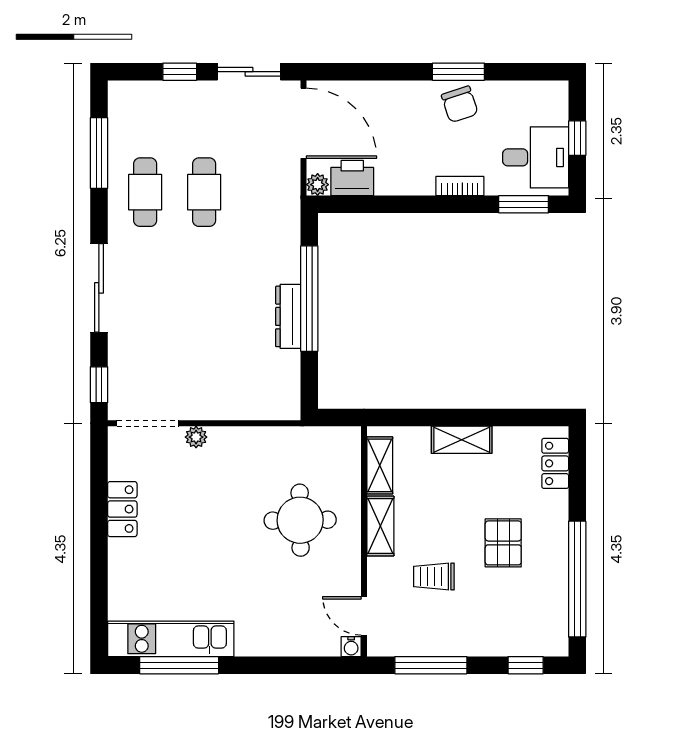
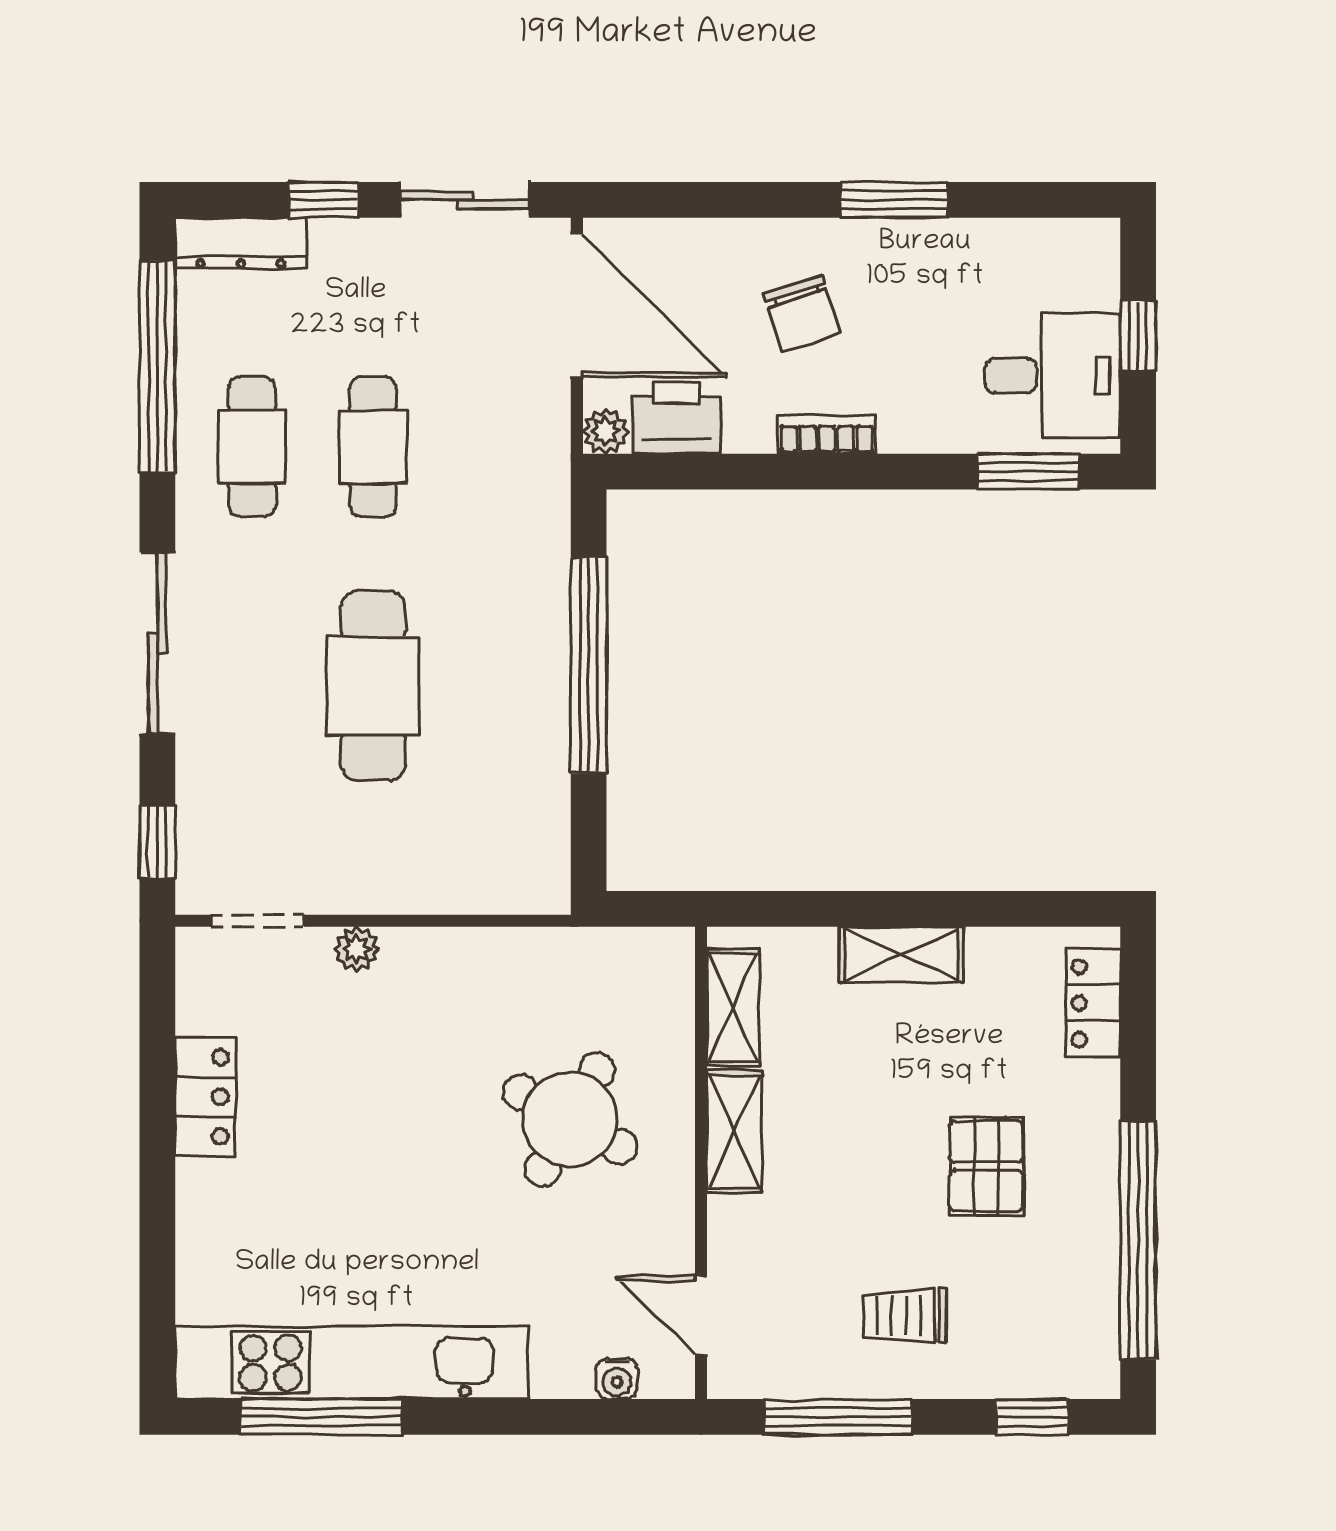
chair: (460, 104) -> (802, 313), moved
window: (99, 153) -> (157, 367), width x1.46
bookcase: (460, 186) -> (827, 434), moved
cafe table: (204, 309) -> (373, 686), added
dresser: (288, 316) -> (241, 243), moved, turned -90
doorway: (148, 423) -> (258, 921), width x0.73
round table: (300, 520) -> (570, 1119), turned 30
trolley: (434, 576) -> (905, 1316), moved
kitchen unit: (171, 639) -> (352, 1363), width x1.36
water cooler: (351, 647) -> (617, 1379), moved

